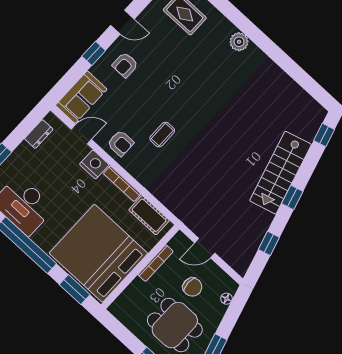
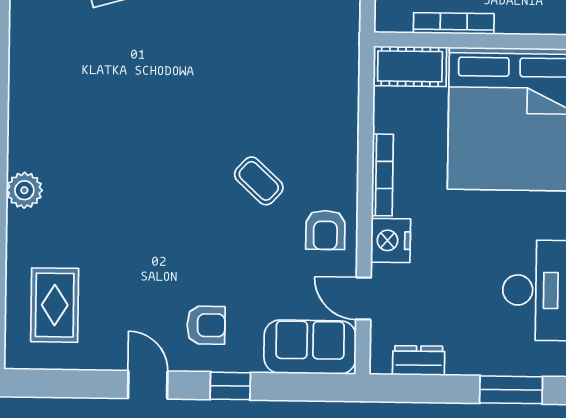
coffee table: (162, 135) -> (259, 181), turned 43
armchair: (121, 143) -> (325, 230), turned 180
cot: (149, 215) -> (410, 66), moved, turned 90

